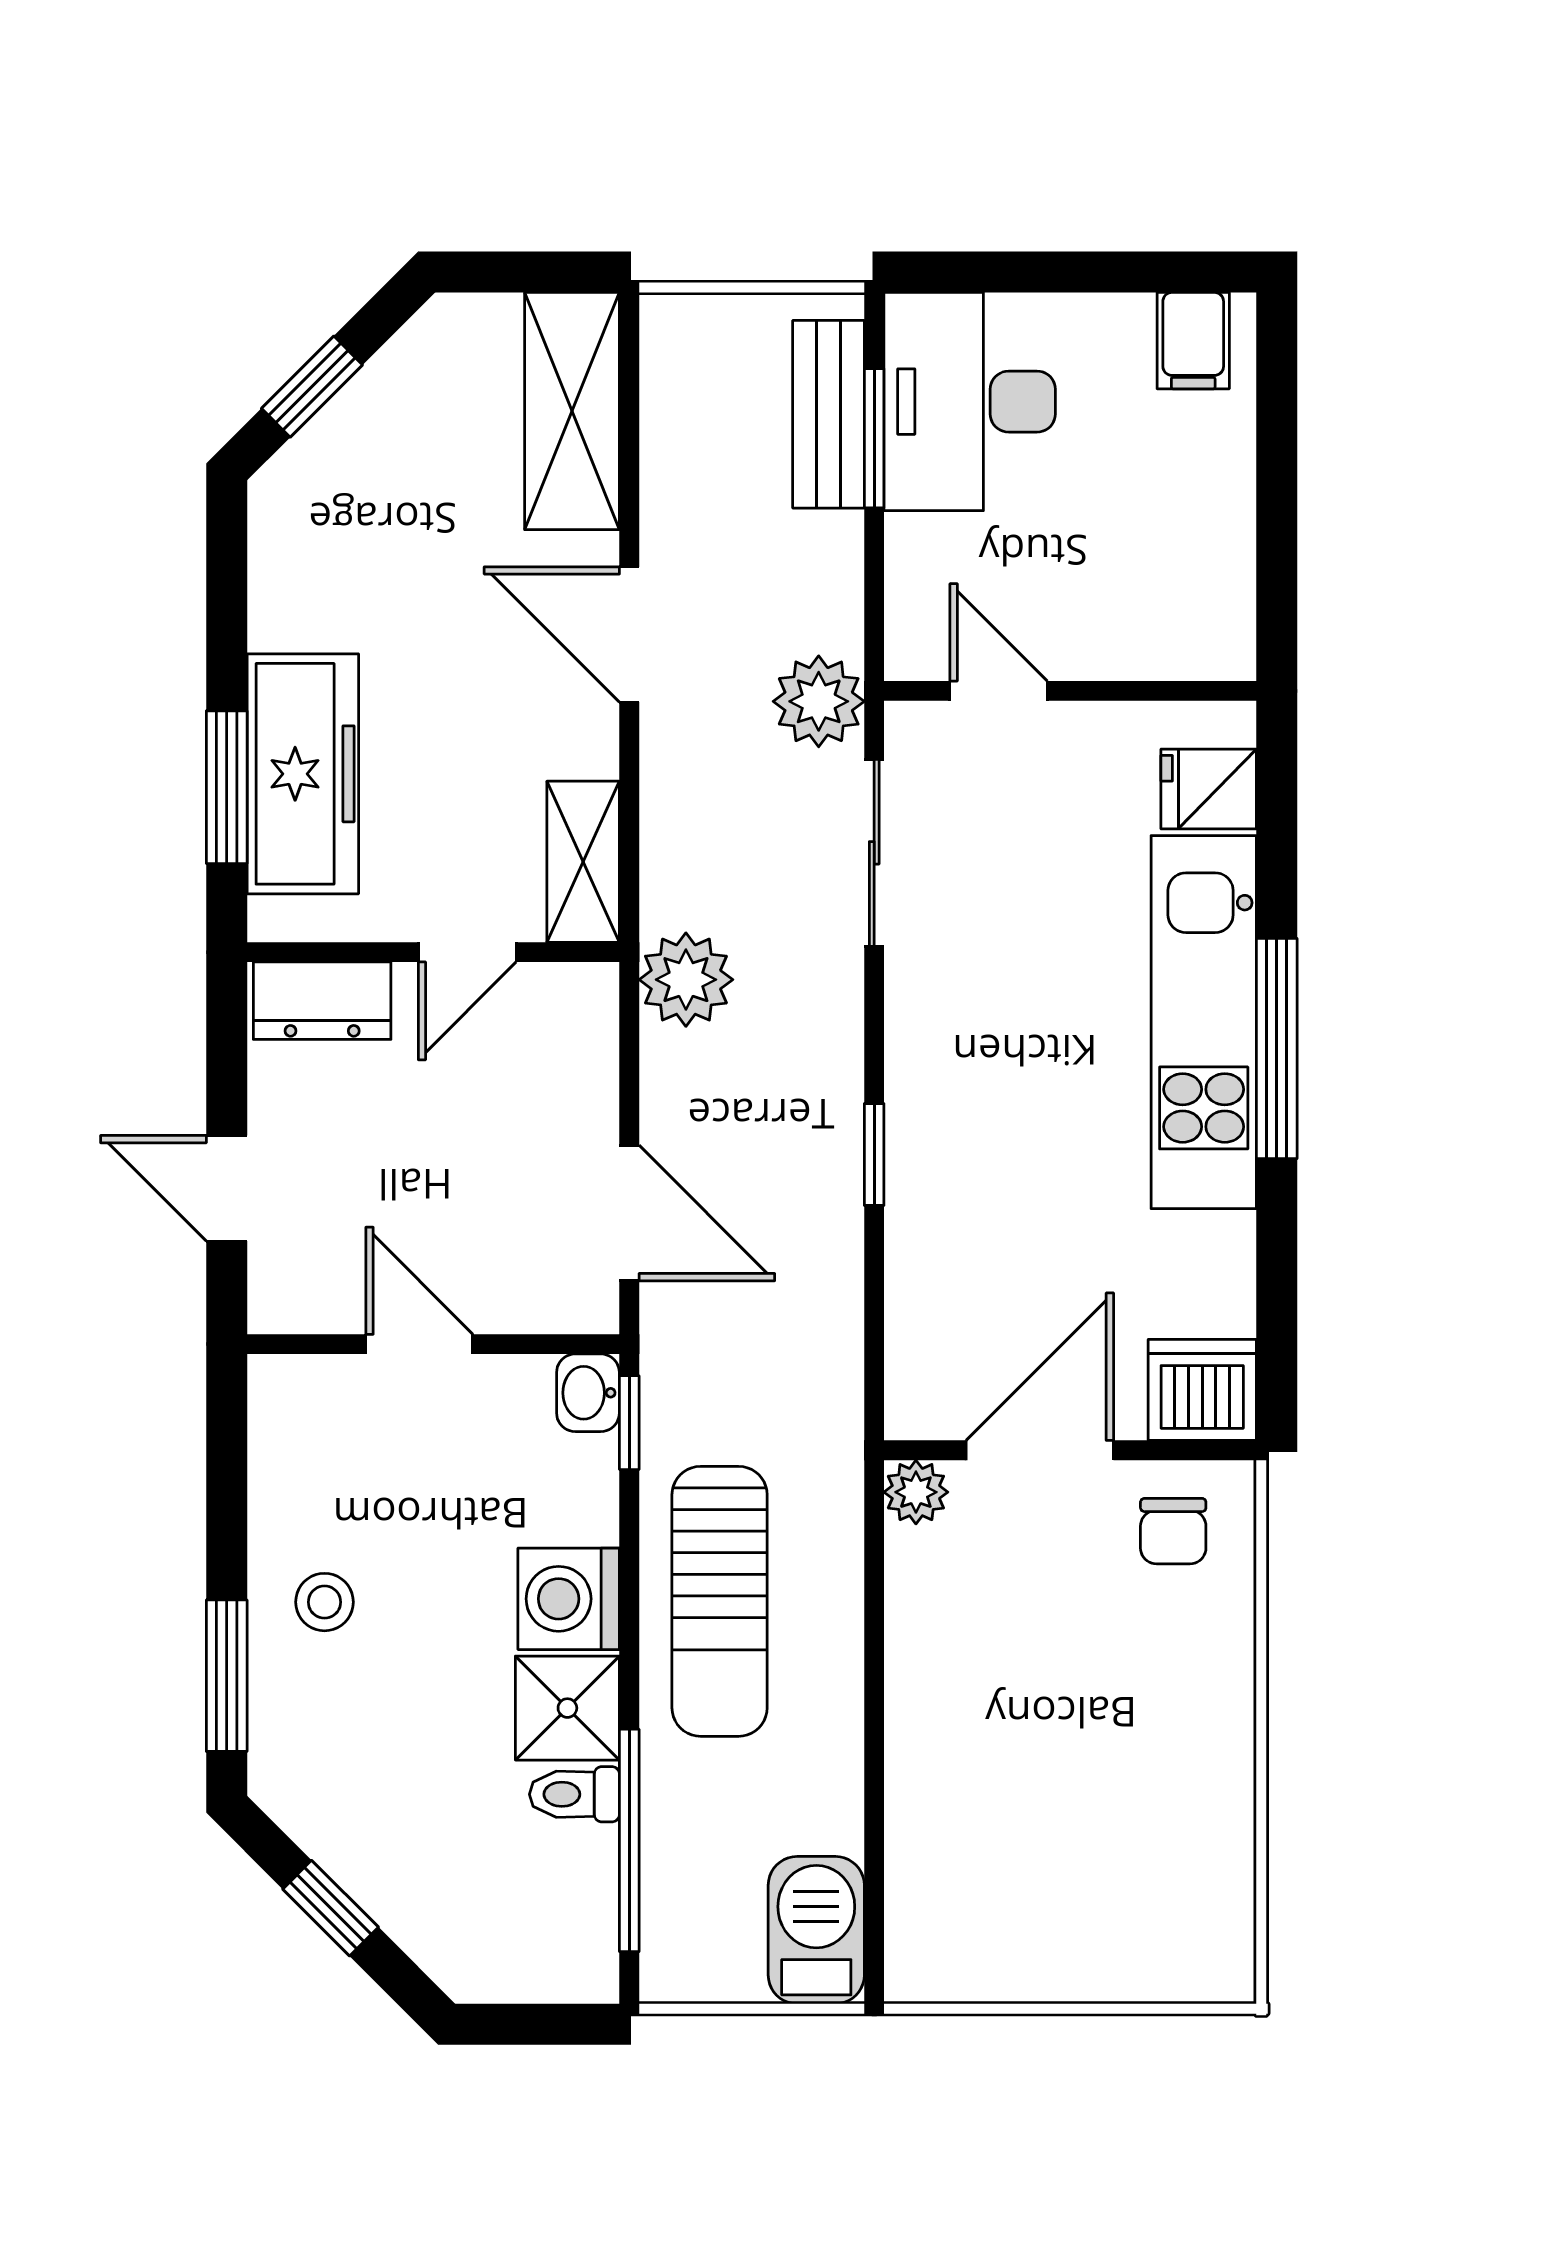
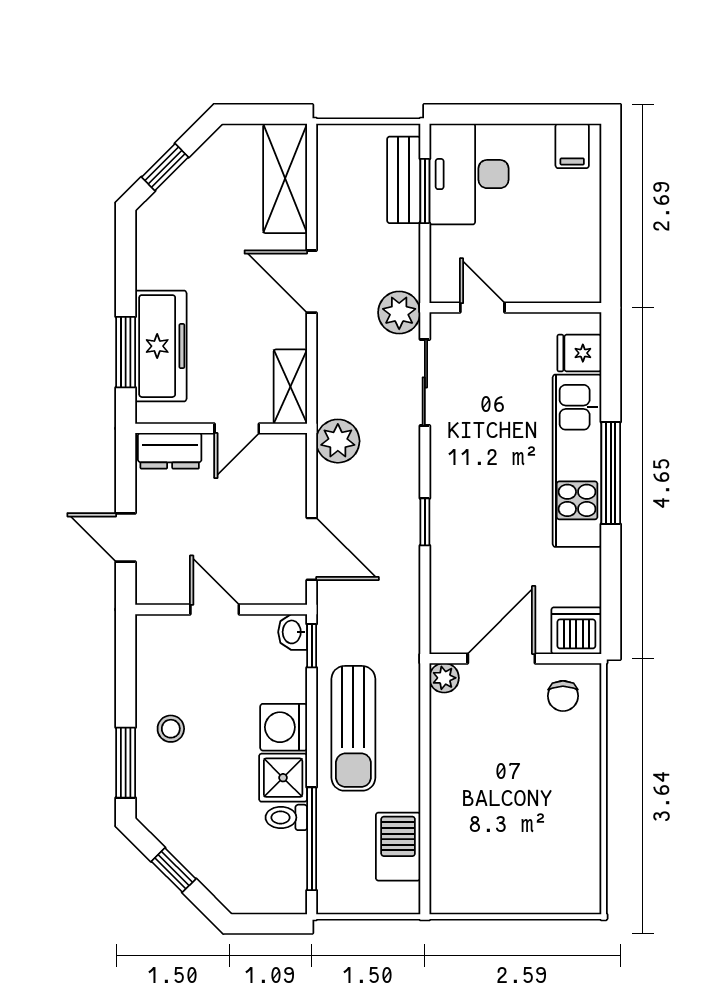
barbecue: (816, 1930) -> (398, 847), moved

